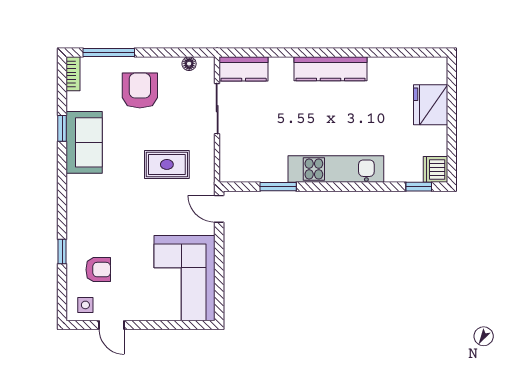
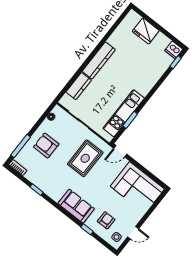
kitchen counter: (244, 69) -> (79, 86), moved
sofa: (84, 142) -> (76, 206), moved
rug: (167, 164) -> (85, 158), width x1.36, depth x1.43
kitchen unit: (336, 169) -> (124, 113), moved

